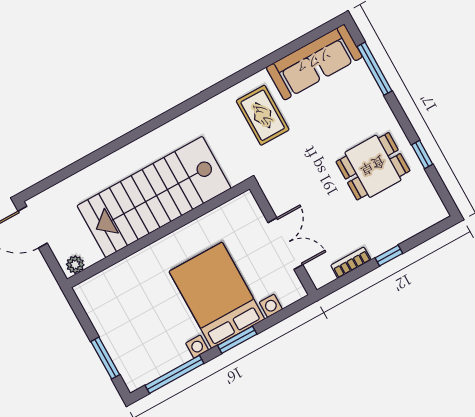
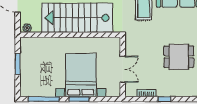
window: (105, 358) -> (18, 64), moved

